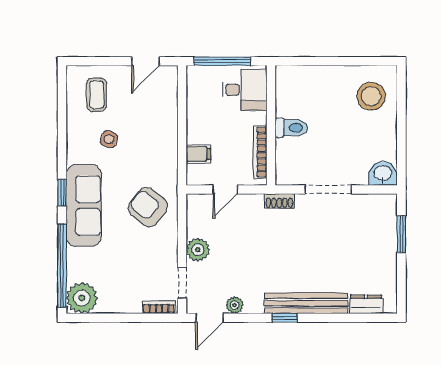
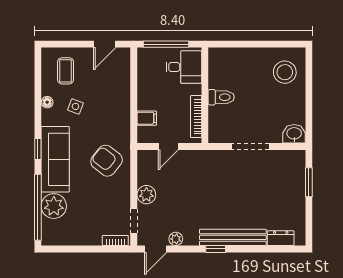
floor lamp: (73, 134) -> (47, 102), added
shoe rack: (279, 201) -> (211, 156), removed
plant: (82, 298) -> (54, 206), moved

